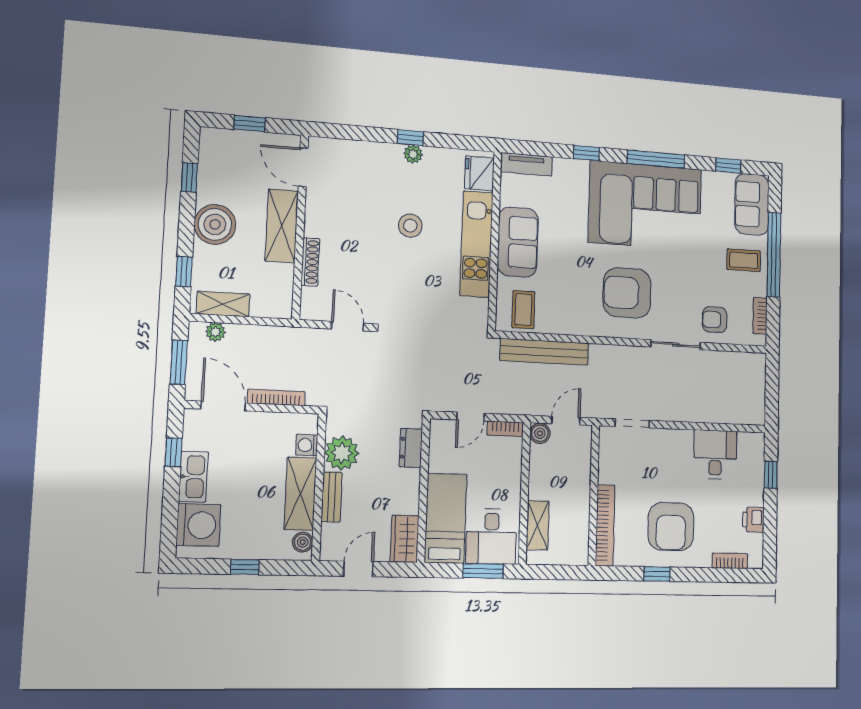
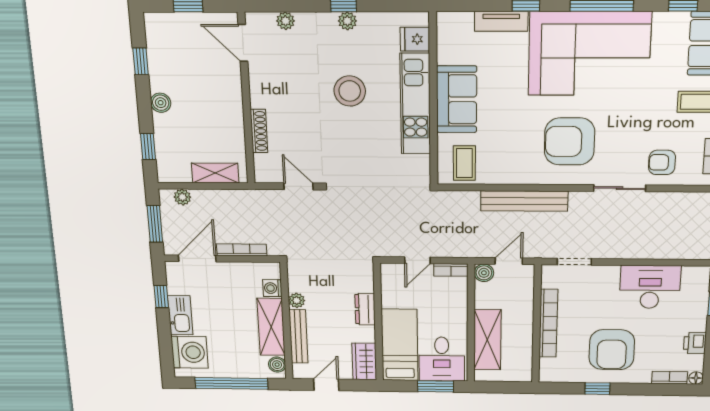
plant: (350, 148) -> (285, 21), added
tv unit: (526, 164) -> (501, 21), moved
fridge: (479, 173) -> (415, 39), width x0.72
boiler: (215, 224) -> (161, 103), width x0.54, depth x0.54
shelving: (282, 226) -> (229, 100), removed
stool: (410, 226) -> (350, 91), width x1.38, depth x1.38
shelving: (223, 304) -> (215, 173), moved
bench: (544, 352) -> (524, 201), moved
door: (223, 406) -> (197, 258), hinge flipped
dresser: (411, 448) -> (365, 309), moved
plant: (342, 453) -> (297, 300), width x0.53, depth x0.53
desk: (715, 455) -> (650, 287), width x1.37
bench: (332, 497) -> (298, 336), width x1.36
shelving: (538, 525) -> (487, 340), width x1.50, depth x1.33
bookcase: (605, 525) -> (548, 323), moved
floor lamp: (756, 561) -> (696, 378), added
window: (245, 567) -> (231, 383), width x3.17

